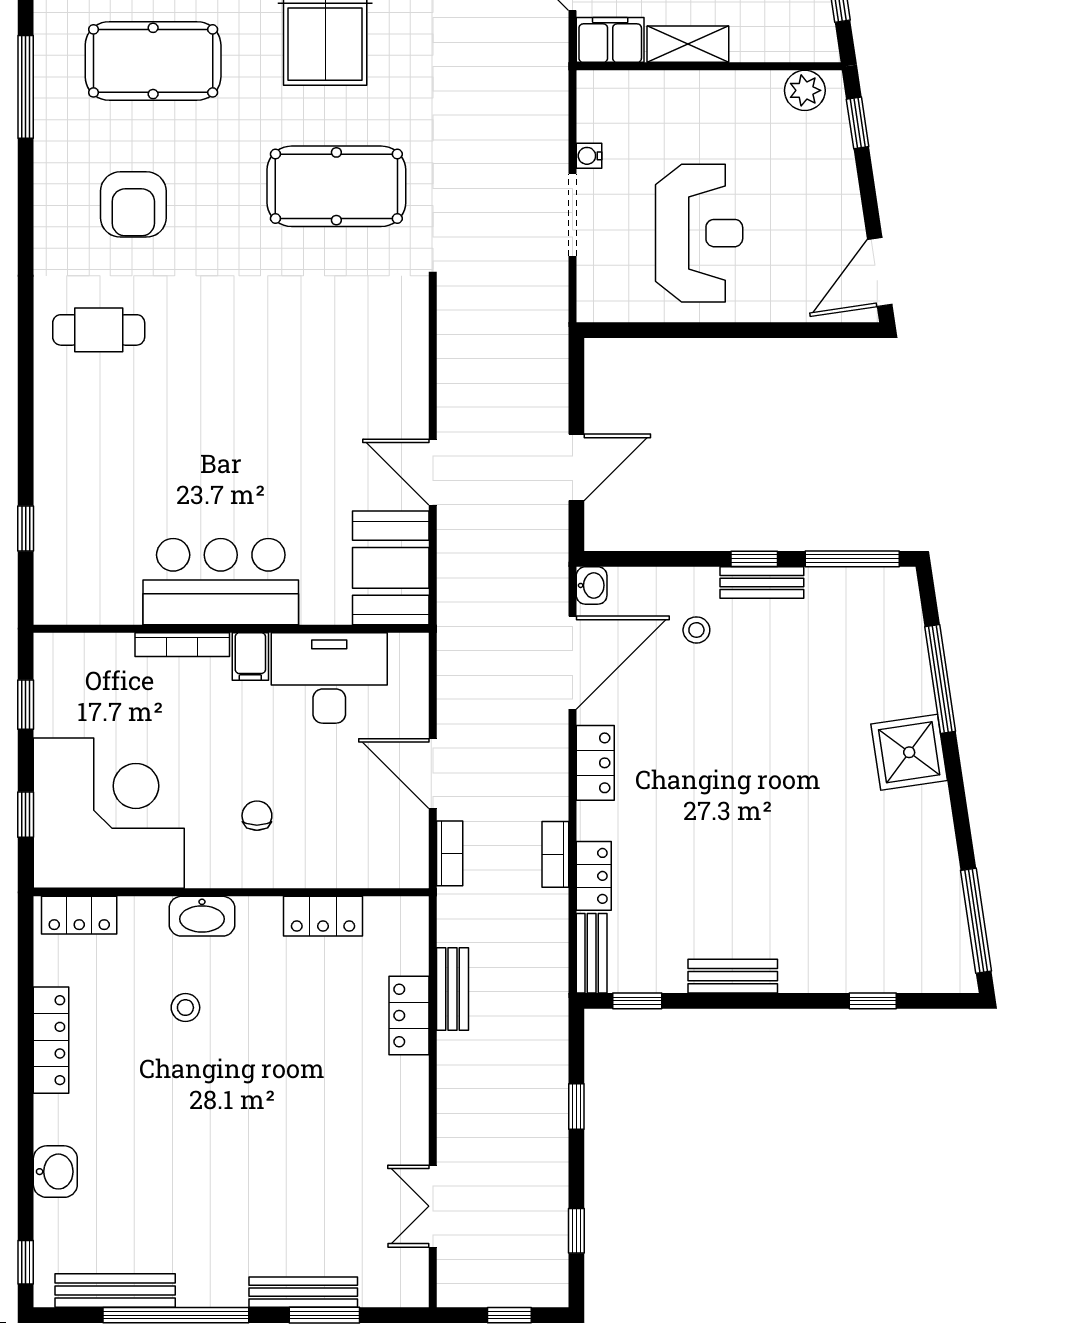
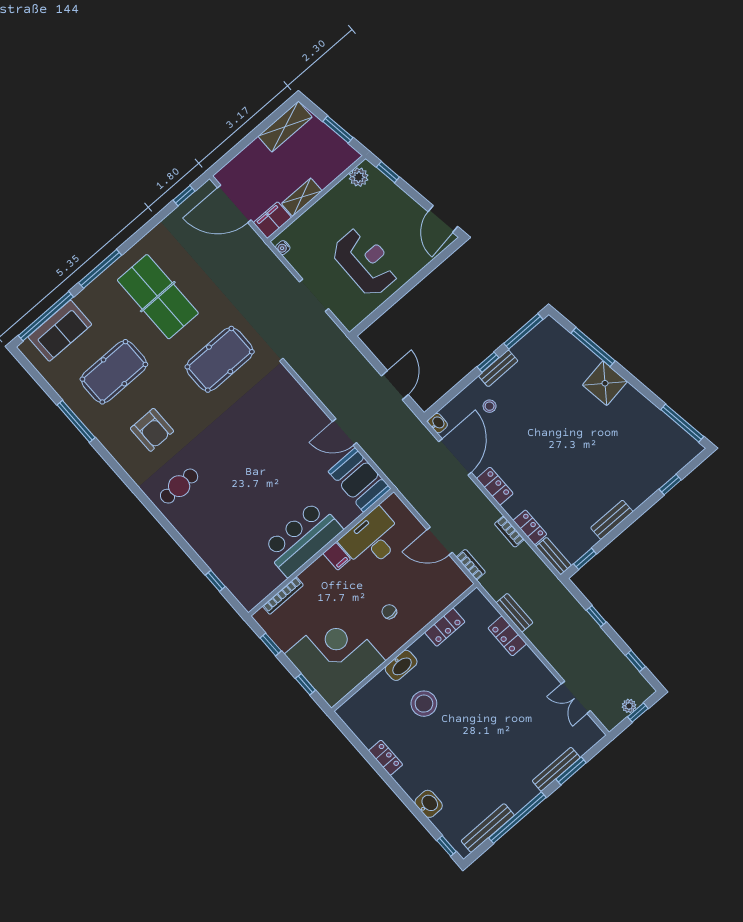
water cooler: (589, 156) -> (283, 248), moved
bookcase: (182, 645) -> (283, 596), moved
locker: (79, 915) -> (356, 704), removed
stool: (185, 1008) -> (424, 704), width x1.89, depth x1.89
locker: (51, 1040) -> (386, 758), width x0.66
plant: (505, 1292) -> (629, 706), added

